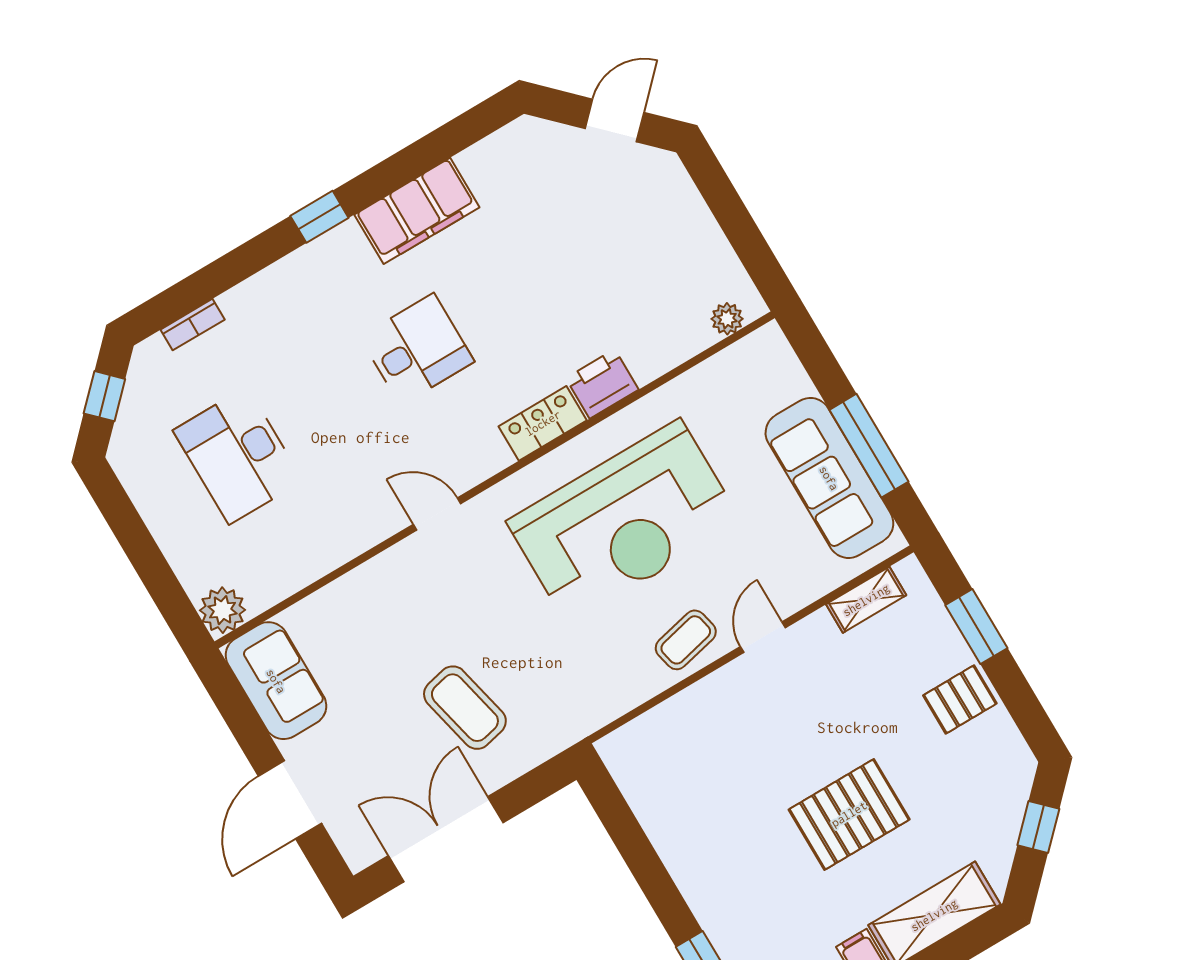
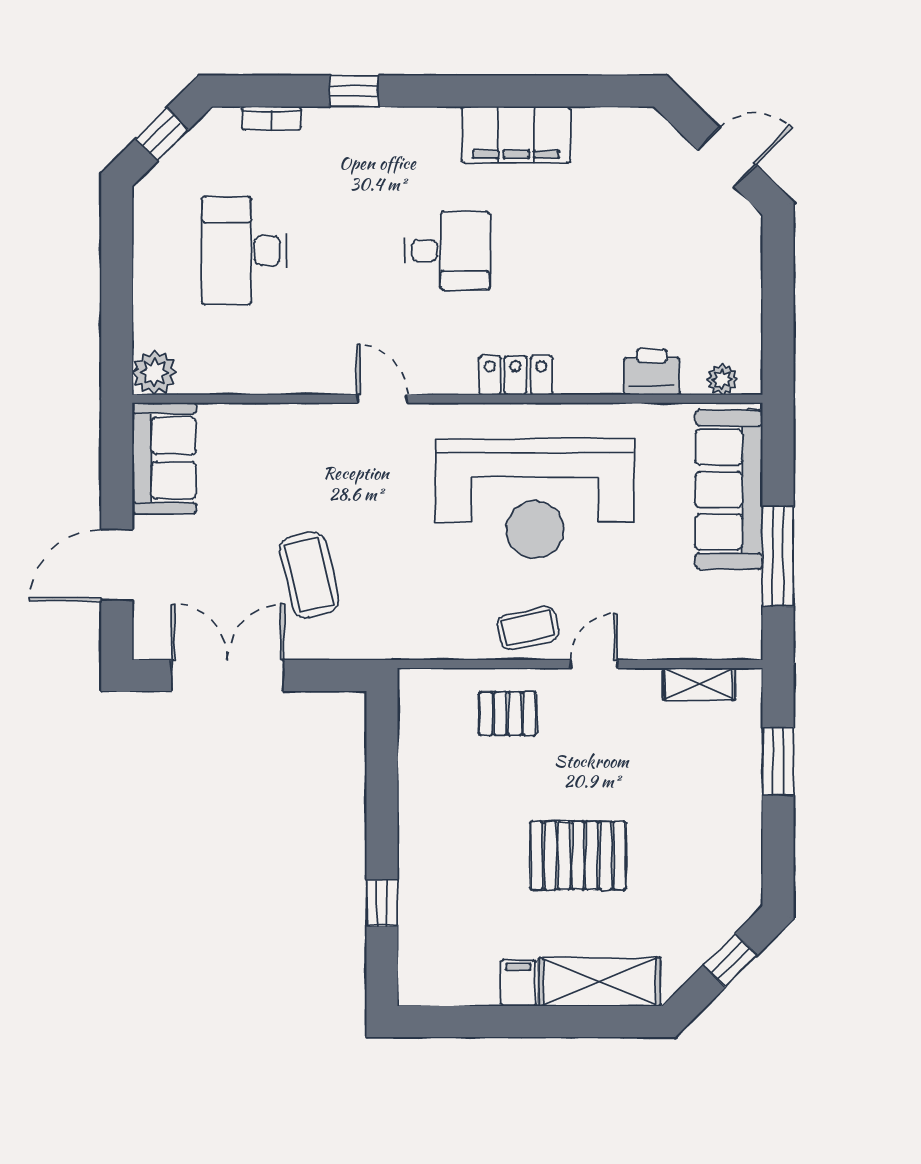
window: (319, 217) -> (354, 91), moved
printer: (602, 384) -> (652, 372), moved
sofa: (829, 478) -> (729, 490), moved
pallet: (960, 699) -> (508, 714), moved

